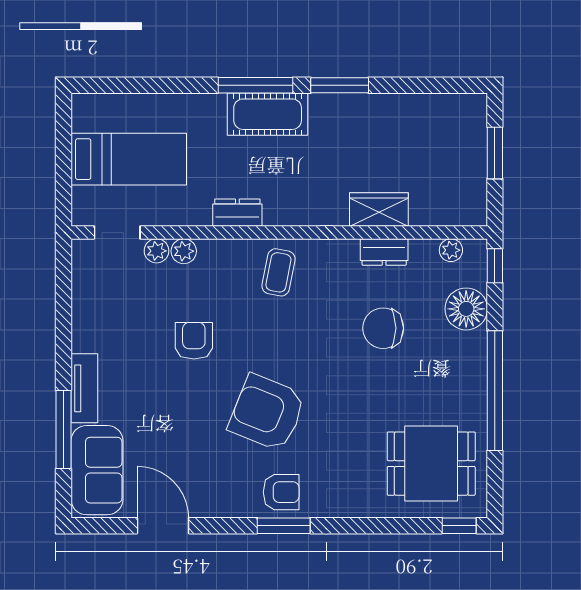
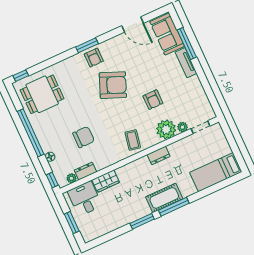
bed: (129, 159) -> (216, 172), moved
desk: (442, 192) -> (85, 199), added
plant: (184, 251) -> (166, 129), width x1.88, depth x1.88
dresser: (384, 252) -> (85, 171), moved
floor lamp: (466, 309) -> (50, 157), width x0.53, depth x0.53
armchair: (281, 492) -> (94, 58), turned -90

